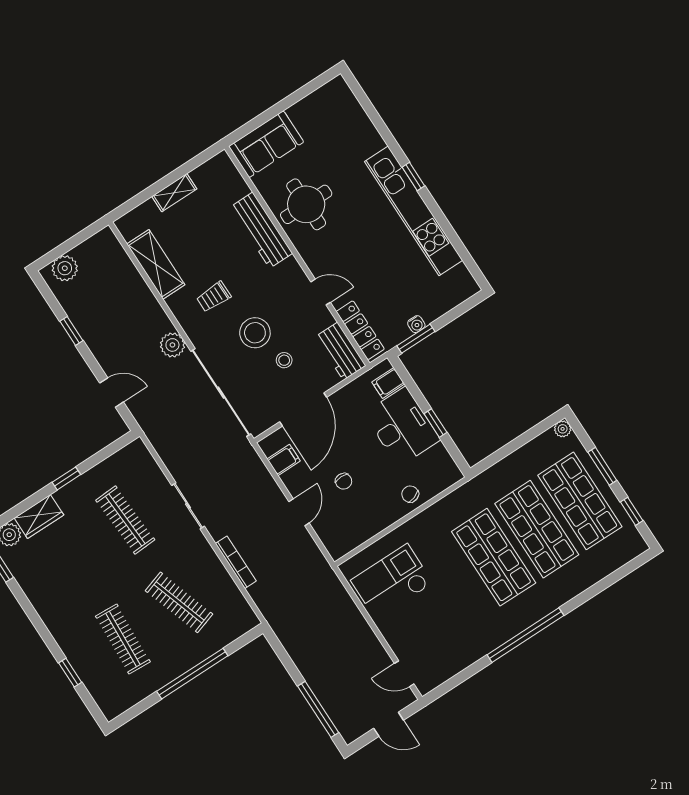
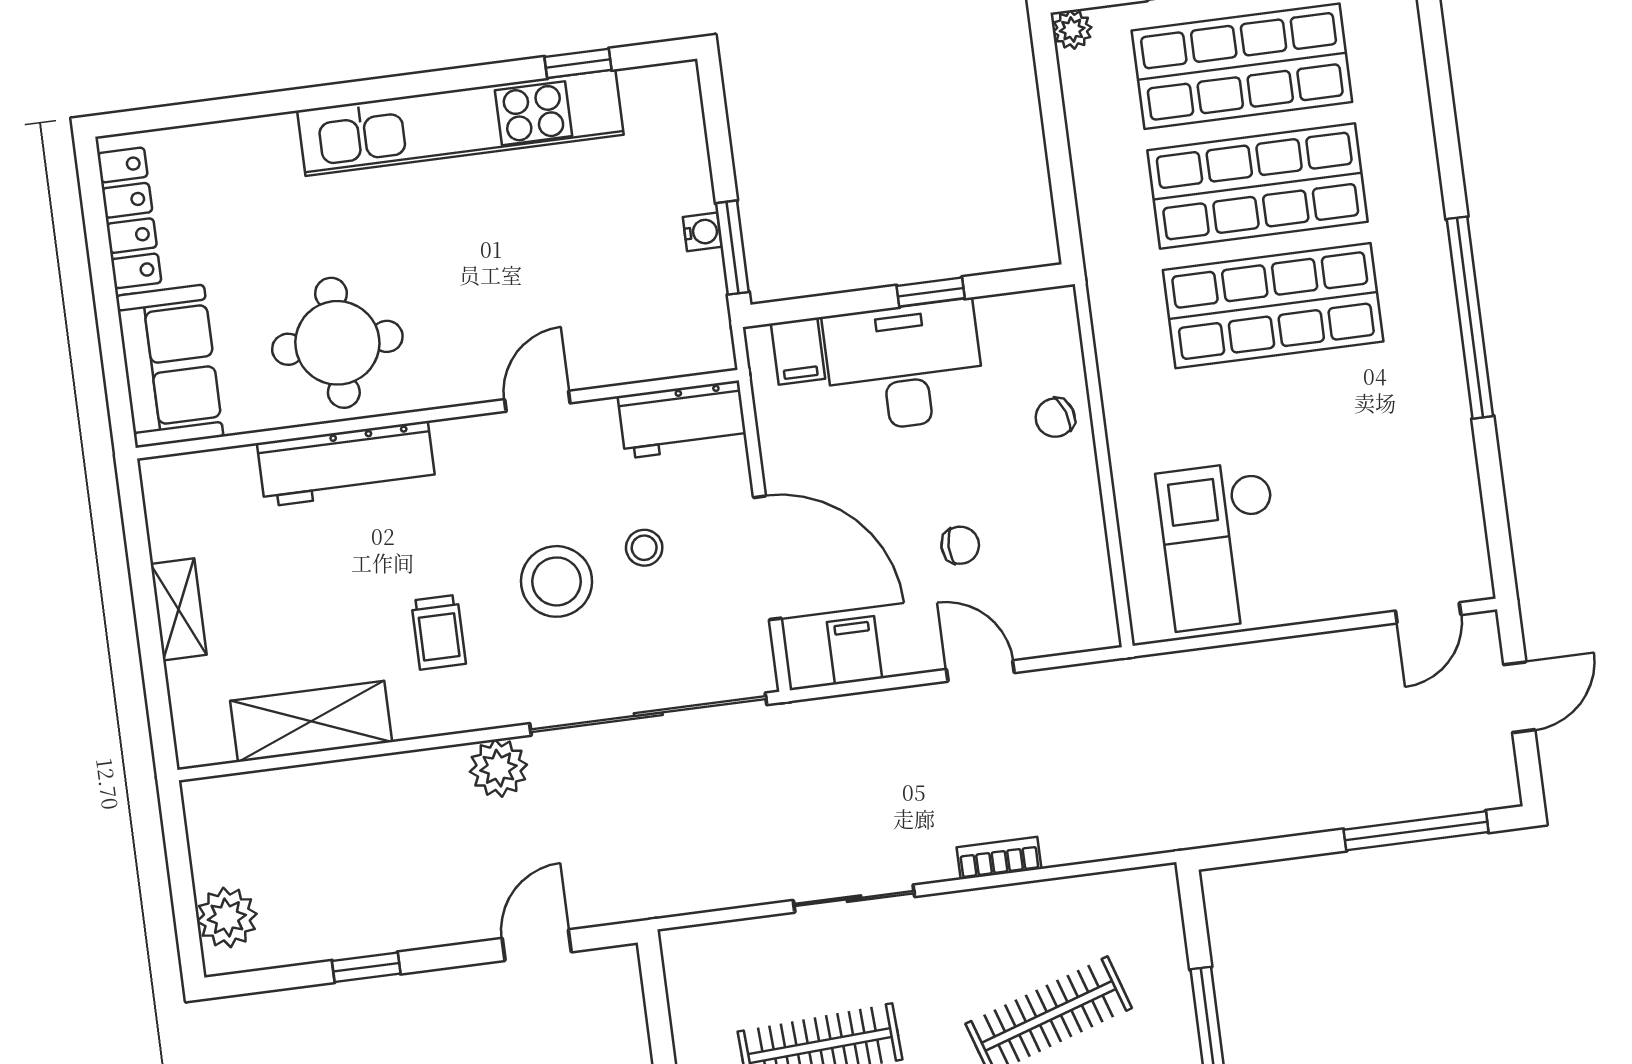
window: (413, 177) -> (578, 63), moved
locker: (360, 330) -> (129, 218), moved, turned 90
bookcase: (236, 562) -> (999, 858), width x0.64

